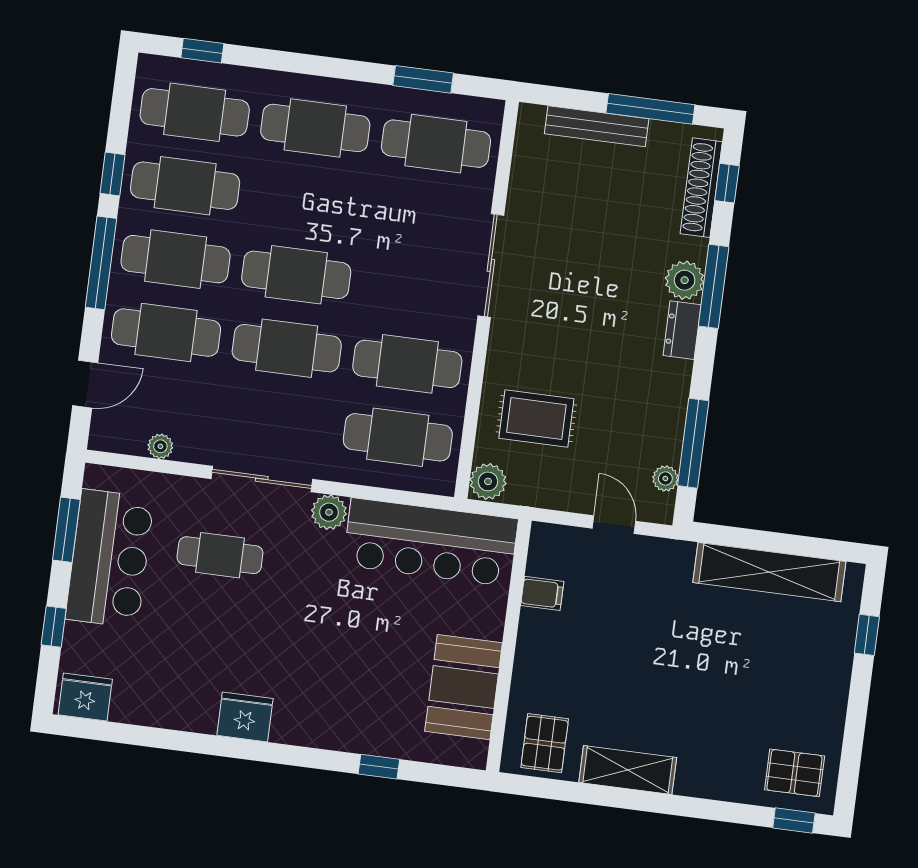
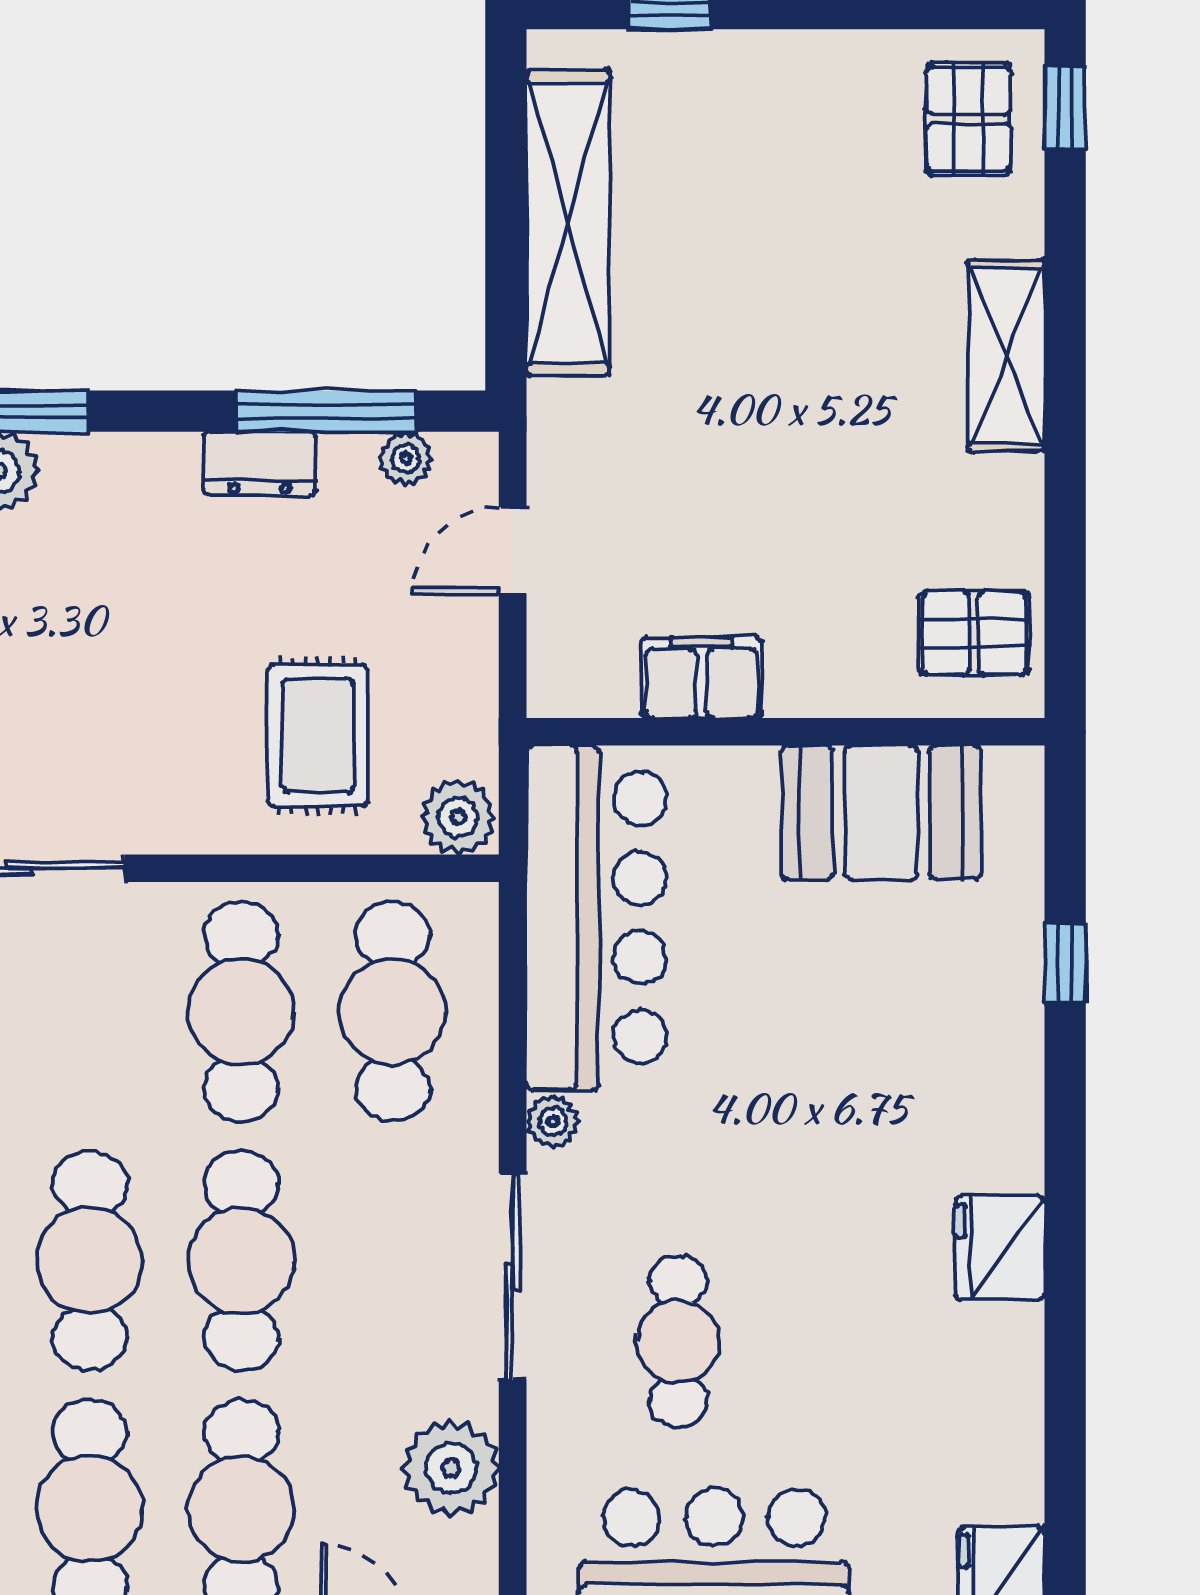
dresser: (682, 330) -> (260, 463), moved
plant: (160, 446) -> (451, 1468), width x1.88, depth x1.88
plant: (329, 512) -> (553, 1122), width x0.73, depth x0.73
filing cabinet: (542, 593) -> (701, 678), width x2.00
shelving: (628, 770) -> (1006, 355), moved

